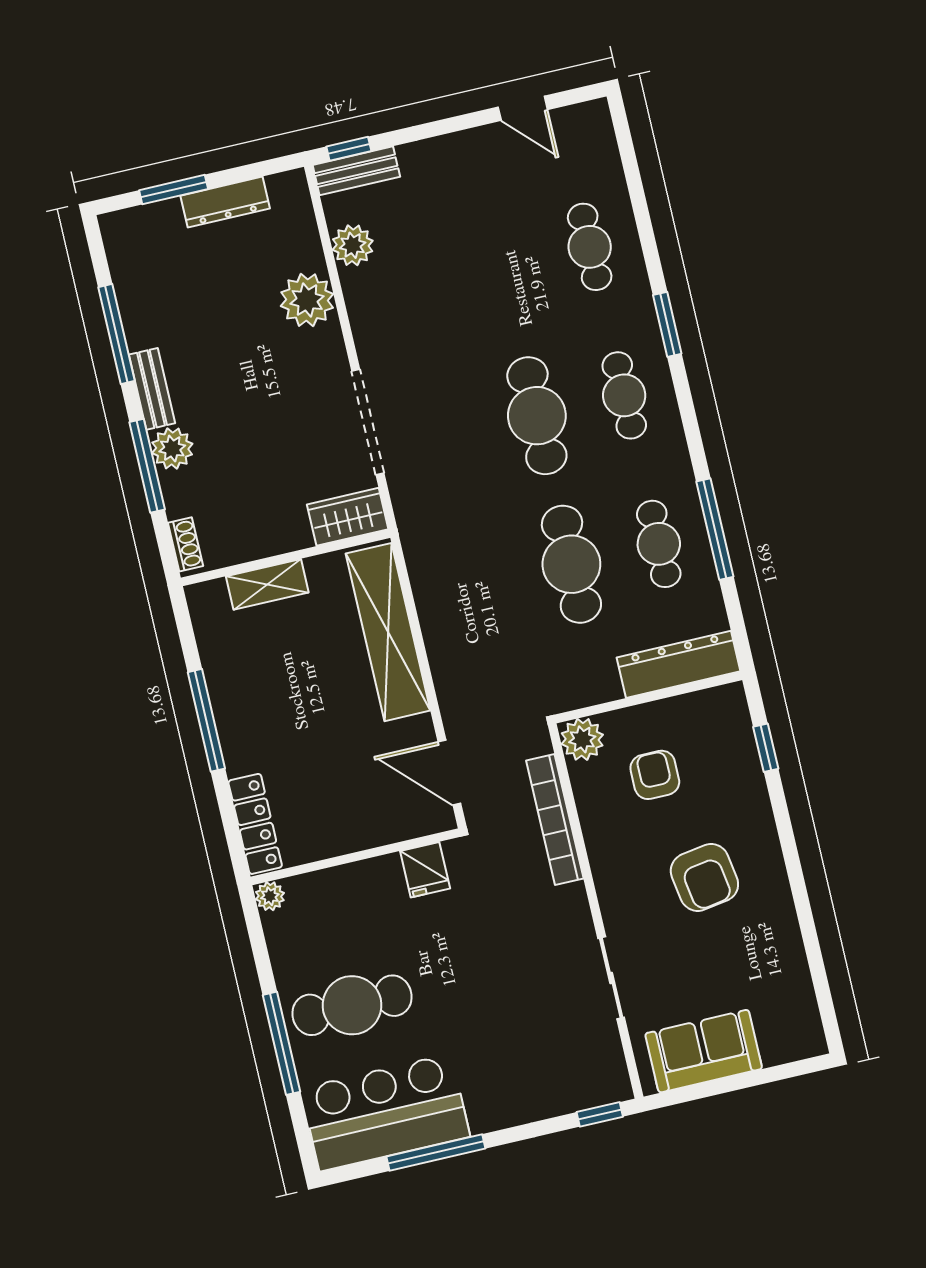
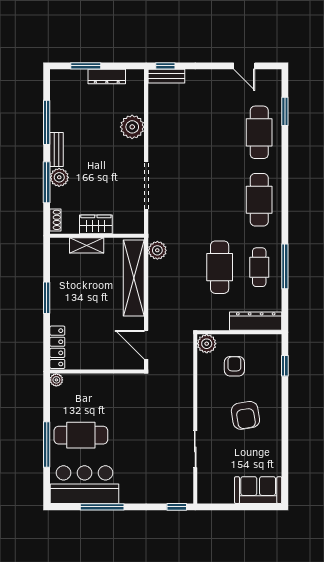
plant: (353, 245) -> (157, 250), moved
cafe table: (590, 247) -> (259, 132), width x1.37, depth x1.35
window: (667, 324) -> (285, 111), moved
cafe table: (624, 395) -> (259, 200), width x1.37, depth x1.35
cafe table: (537, 416) -> (220, 200), removed
wardrobe: (348, 517) -> (96, 224), moved
window: (206, 720) -> (47, 298), width x0.69
bookcase: (555, 820) -> (187, 375), removed
fridge: (425, 870) -> (126, 384), removed
sofa: (704, 1051) -> (258, 490), moved

